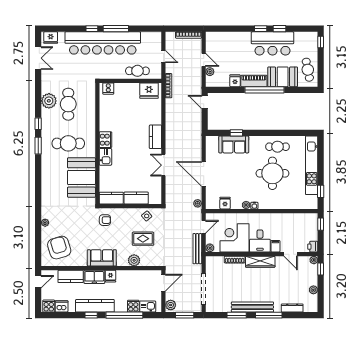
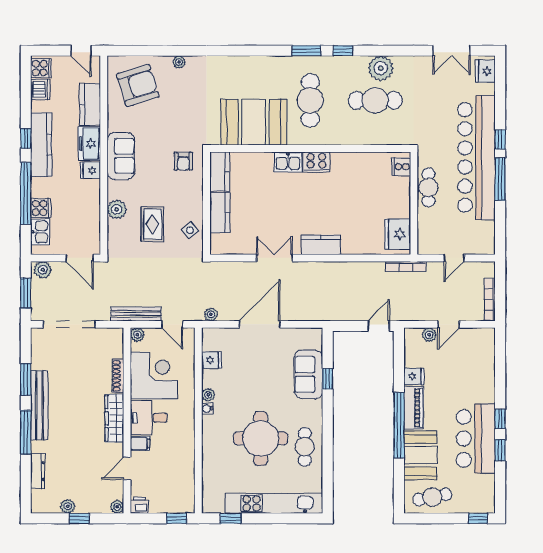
cafe table: (137, 71) -> (428, 187), moved
window: (321, 269) -> (79, 518), moved

